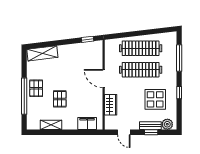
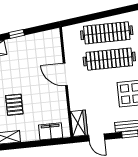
window: (87, 39) -> (17, 34), moved
wardrobe: (111, 105) -> (79, 123), moved

